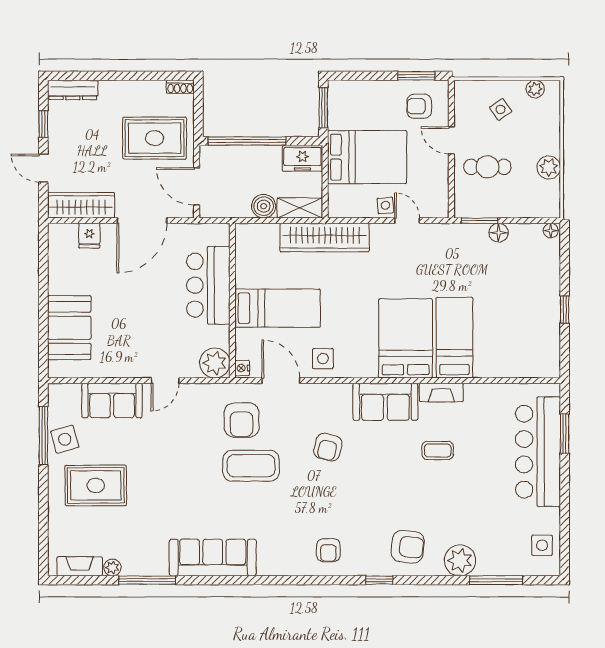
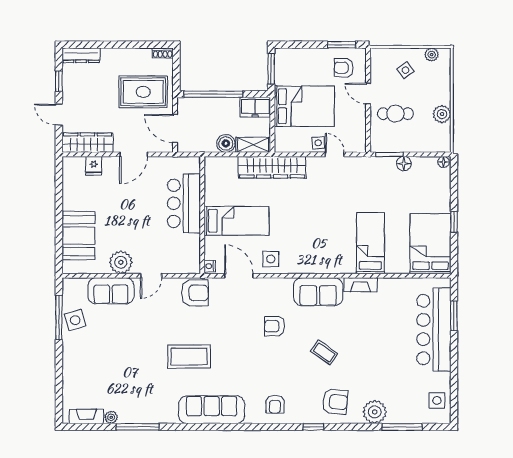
door: (142, 221) -> (134, 154), width x0.73
bed: (406, 338) -> (430, 244), moved
plant: (215, 363) -> (121, 262), moved
armchair: (242, 420) -> (195, 293), moved, turned -90
armchair: (328, 447) -> (274, 326), turned 76
coffee table: (438, 450) -> (324, 352), moved, turned 35
coffee table: (251, 466) -> (189, 357), moved
rug: (96, 485) -> (99, 355), removed
sofa: (213, 557) -> (212, 410), moved

